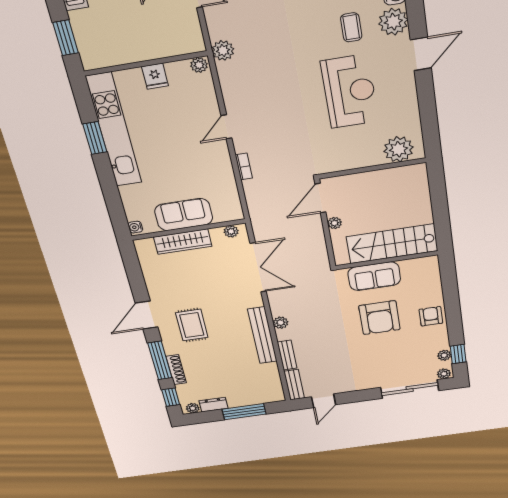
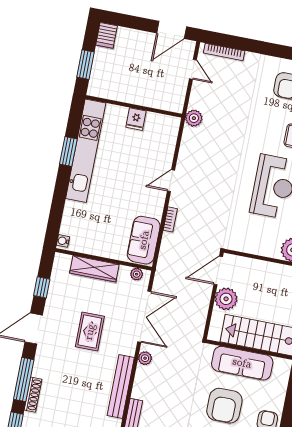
plant: (199, 65) -> (172, 123), removed
sofa: (184, 215) -> (144, 240), moved, turned -90
plant: (335, 223) -> (226, 299), width x1.88, depth x1.88
sofa: (374, 276) -> (242, 363), width x1.36
window: (135, 277) -> (42, 287), added
plant: (281, 323) -> (145, 358), moved
rug: (192, 325) -> (90, 332), moved

